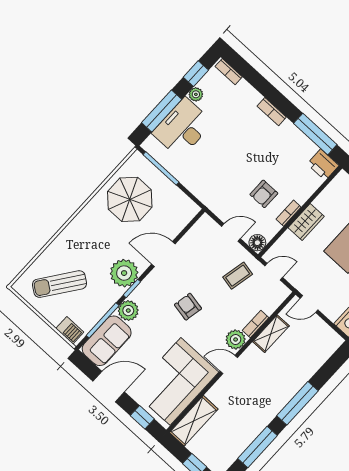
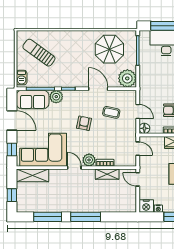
plant: (124, 273) -> (127, 78), moved
coffee table: (238, 276) -> (111, 112), moved

